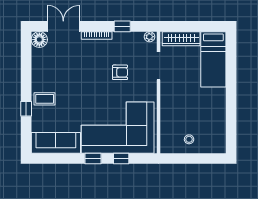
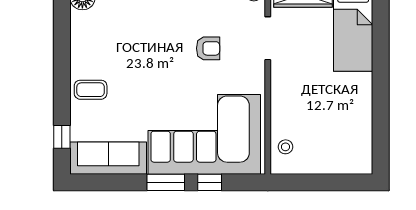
window: (26, 109) -> (62, 137), moved
stool: (189, 139) -> (285, 147), moved
window: (93, 159) -> (166, 182), width x1.50

